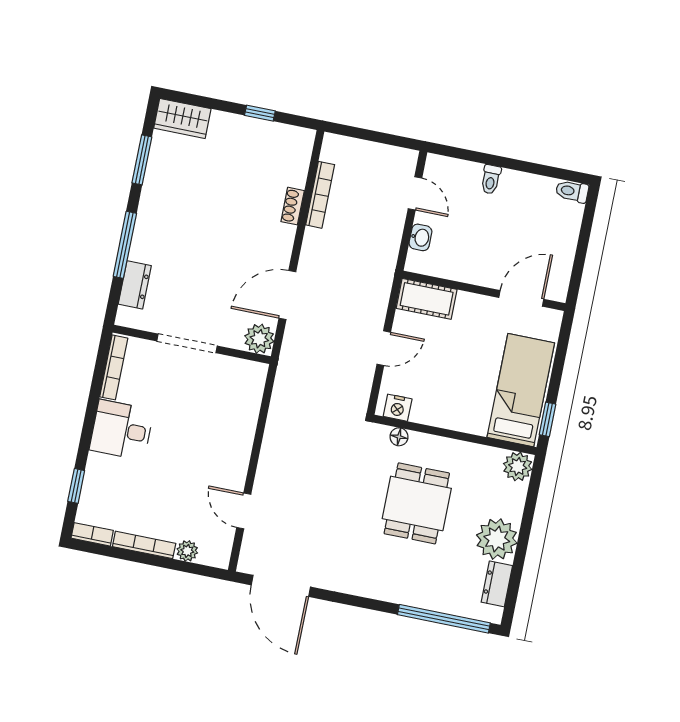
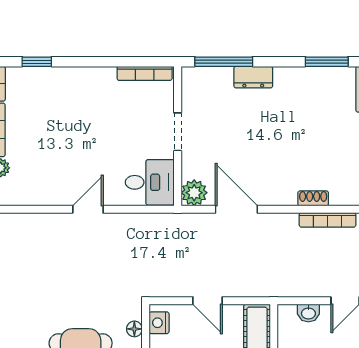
window: (125, 245) -> (224, 62), moved
dresser: (135, 285) -> (253, 77), moved
doorway: (187, 343) -> (178, 132), width x0.73
desk: (121, 430) -> (150, 182), moved, turned 90
door: (244, 511) -> (88, 209), moved

